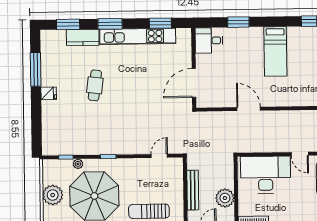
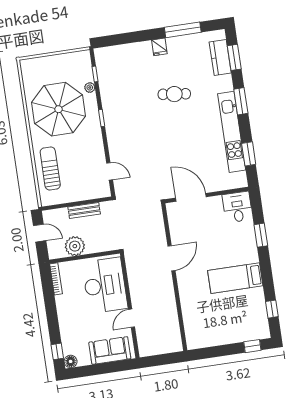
kitchen counter: (83, 37) -> (220, 57), moved
bench: (193, 190) -> (84, 210), width x0.73
plant: (53, 195) -> (54, 65), removed

